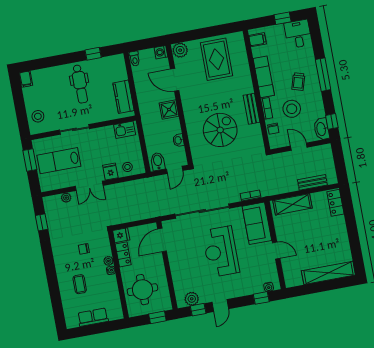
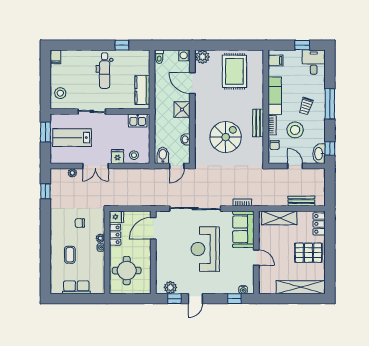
pallet: (330, 235) -> (308, 253), added
window: (157, 317) -> (136, 299), removed

